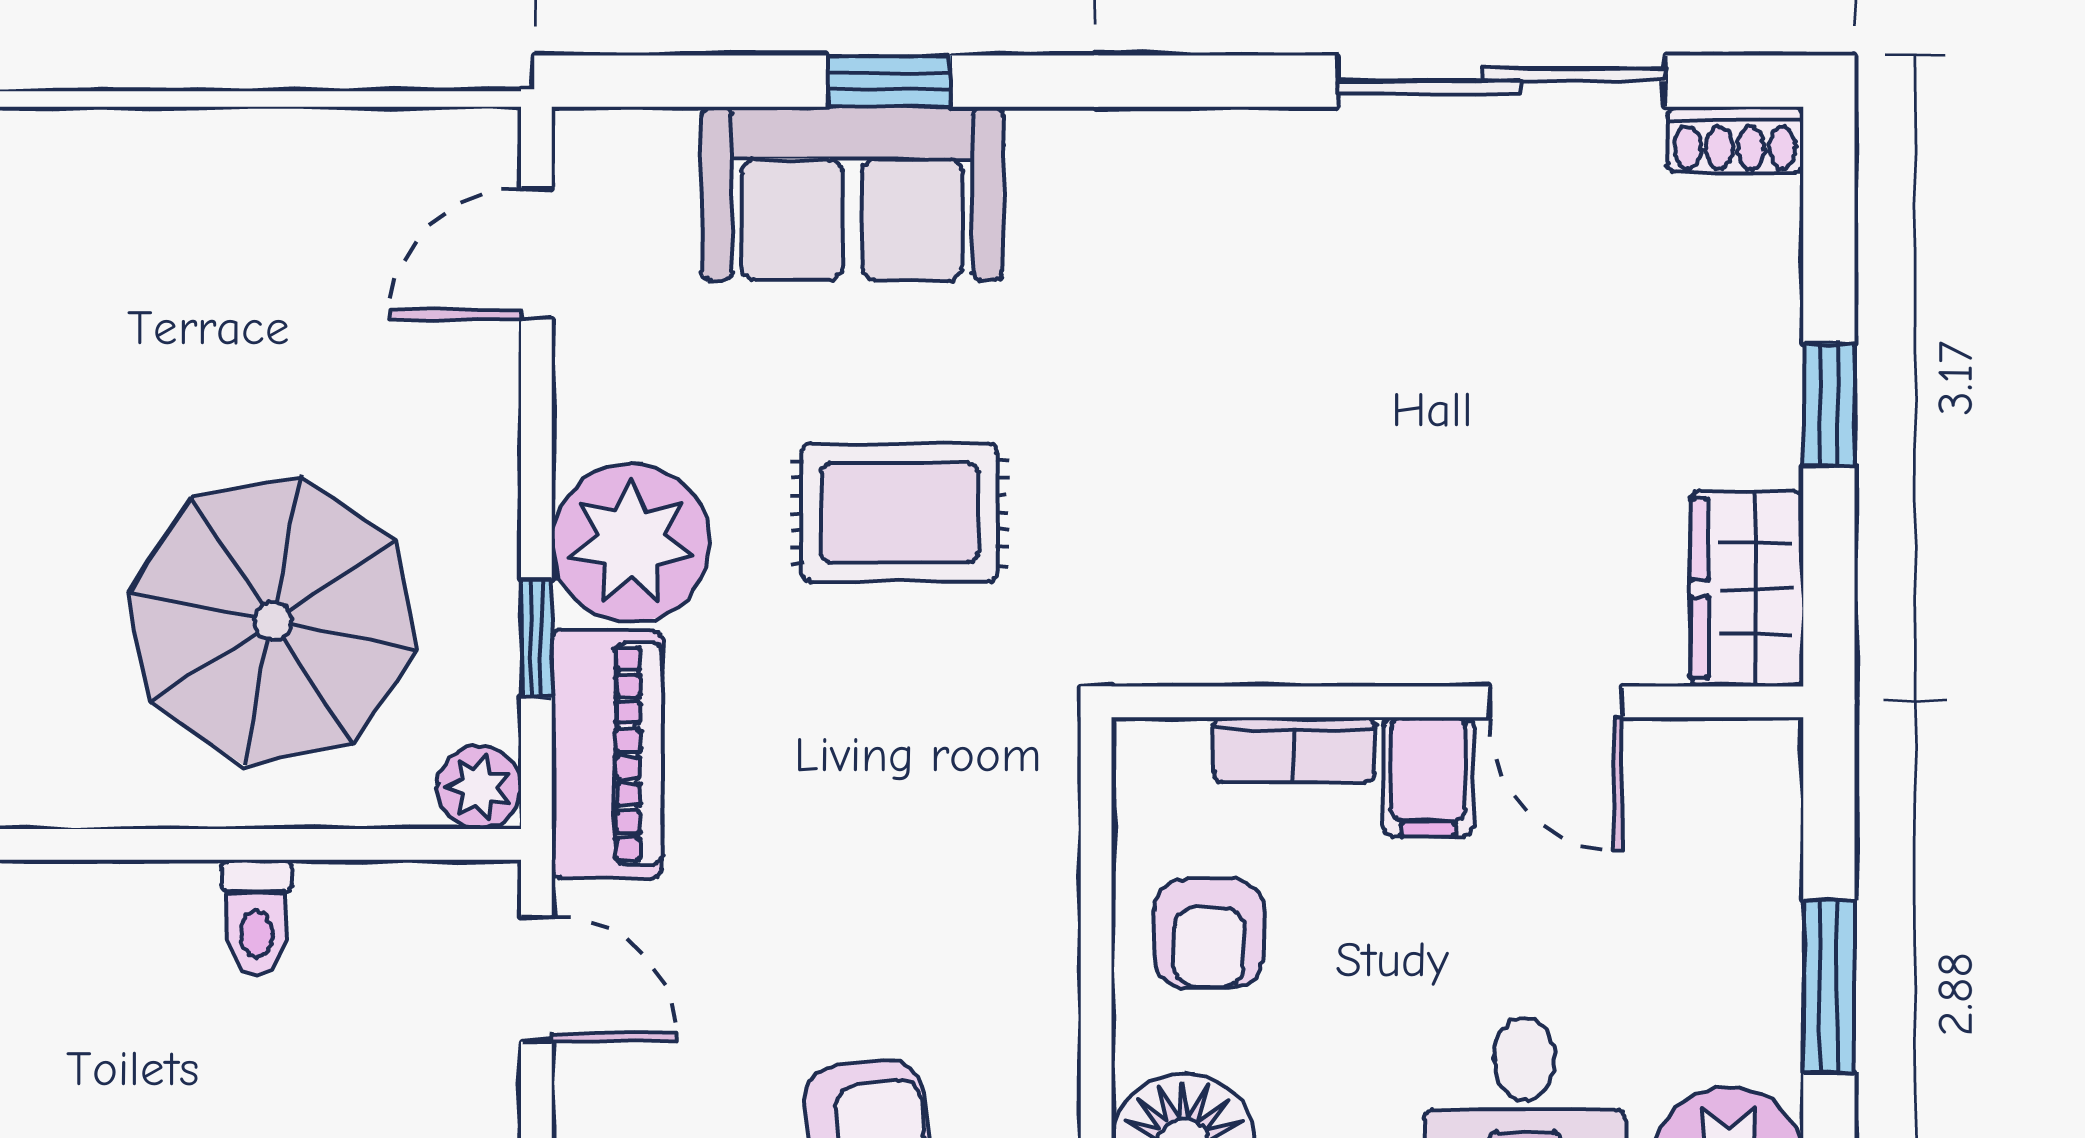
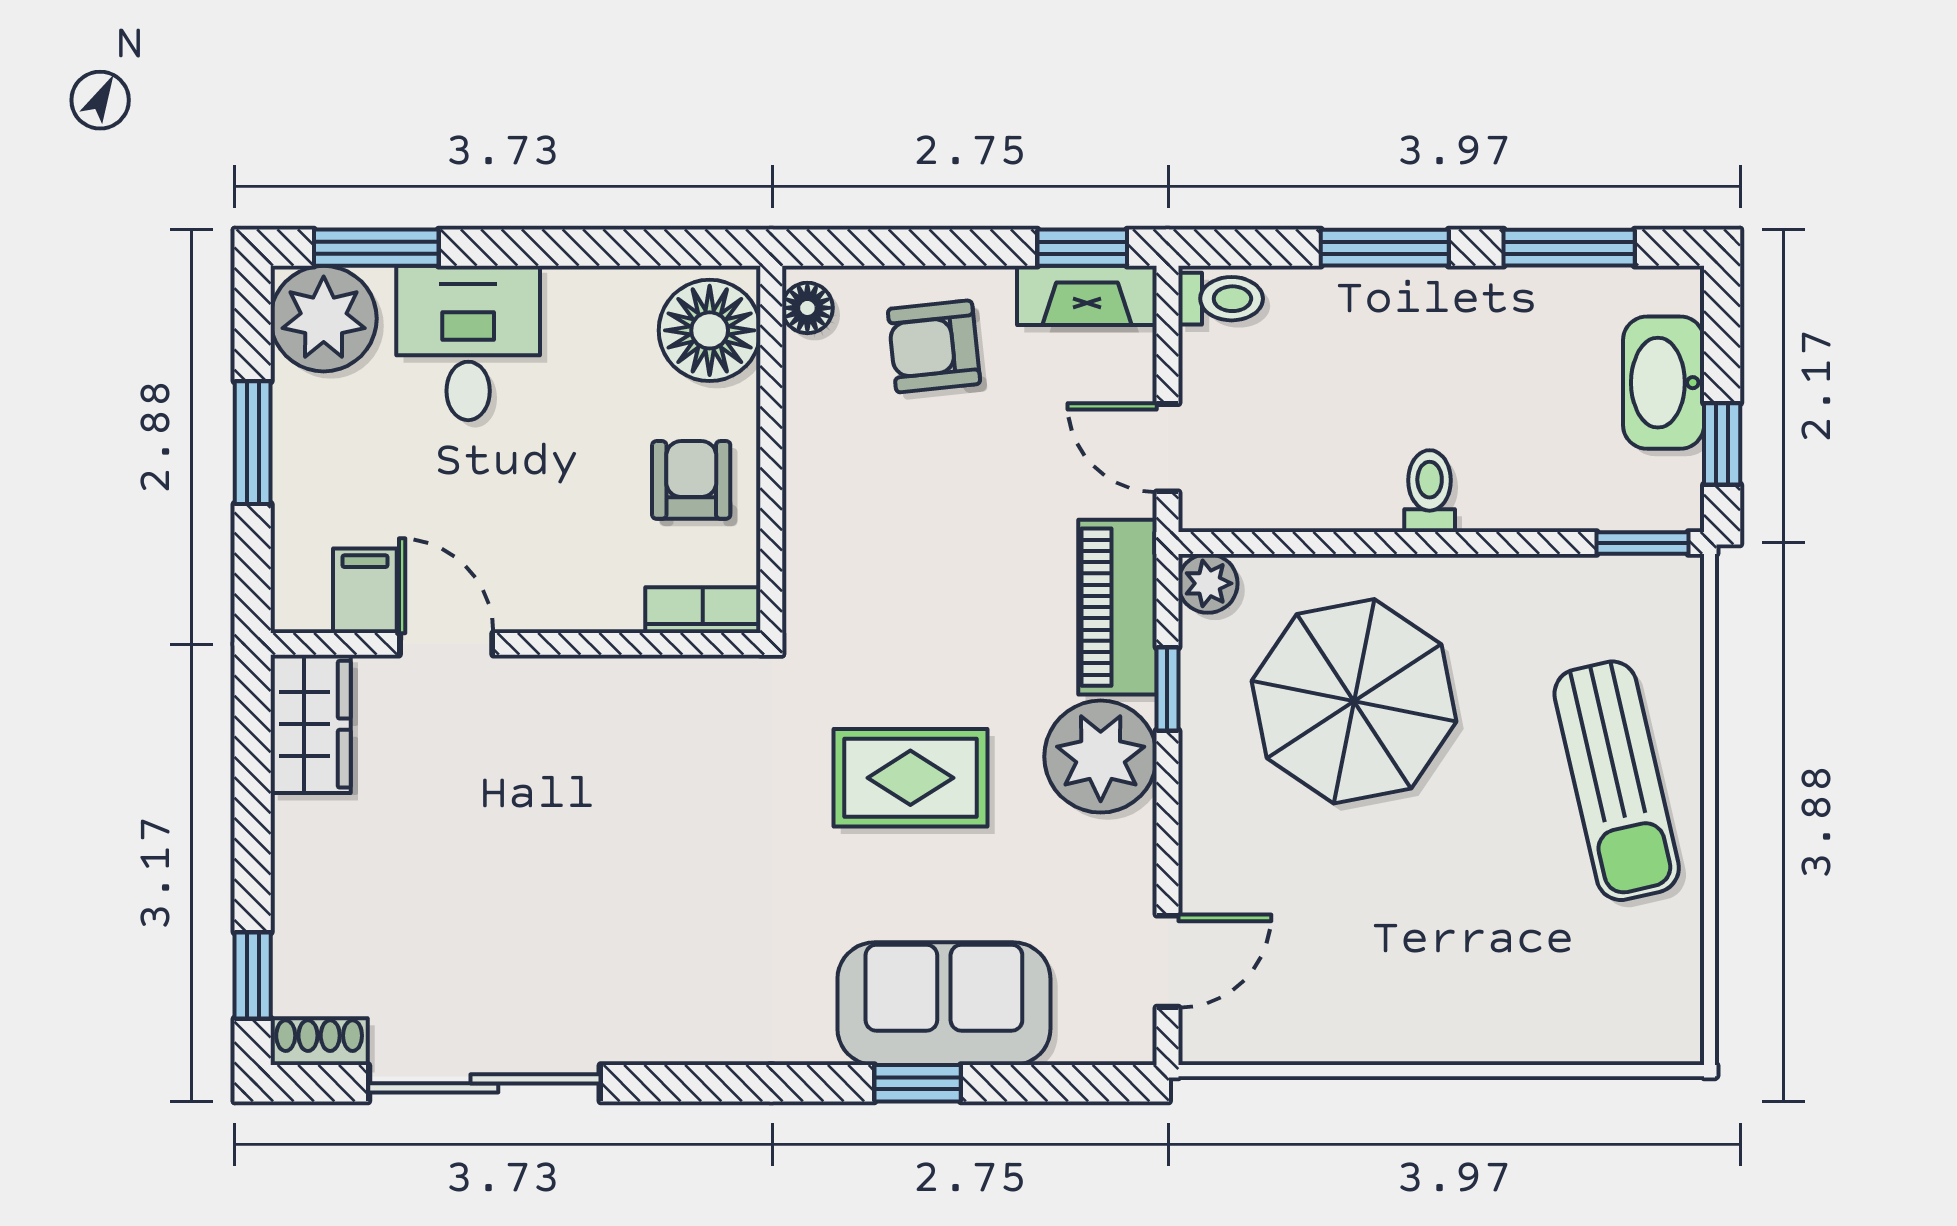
window: (1829, 405) -> (253, 975), moved
bookcase: (1294, 750) -> (703, 610), moved
filing cabinet: (1428, 777) -> (365, 591), moved
toilet: (257, 918) -> (1430, 491), moved

